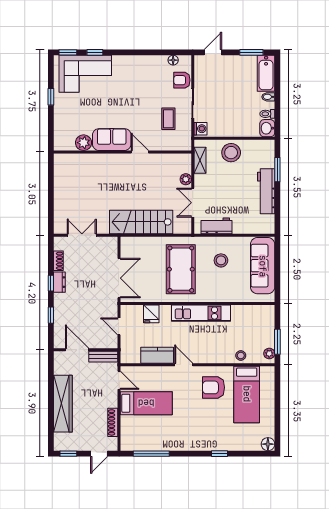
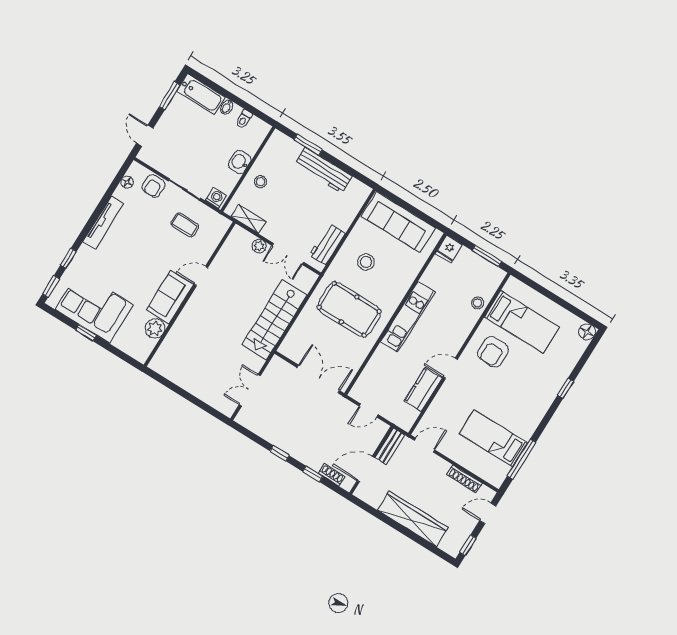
tv unit: (135, 61) -> (103, 223), added
corner sofa: (85, 74) -> (94, 307), moved, turned -90
washbasin: (267, 128) -> (240, 162), moved, turned 90
stool: (231, 153) -> (261, 182), width x0.53, depth x0.53
shoe rack: (58, 261) -> (332, 475), moved
dresser: (59, 282) -> (284, 444), removed
fridge: (151, 314) -> (449, 249), moved, turned 90
plant: (269, 353) -> (494, 272), removed
bed: (146, 403) -> (493, 438), moved, turned -90
door: (99, 454) -> (488, 513), swing flipped

